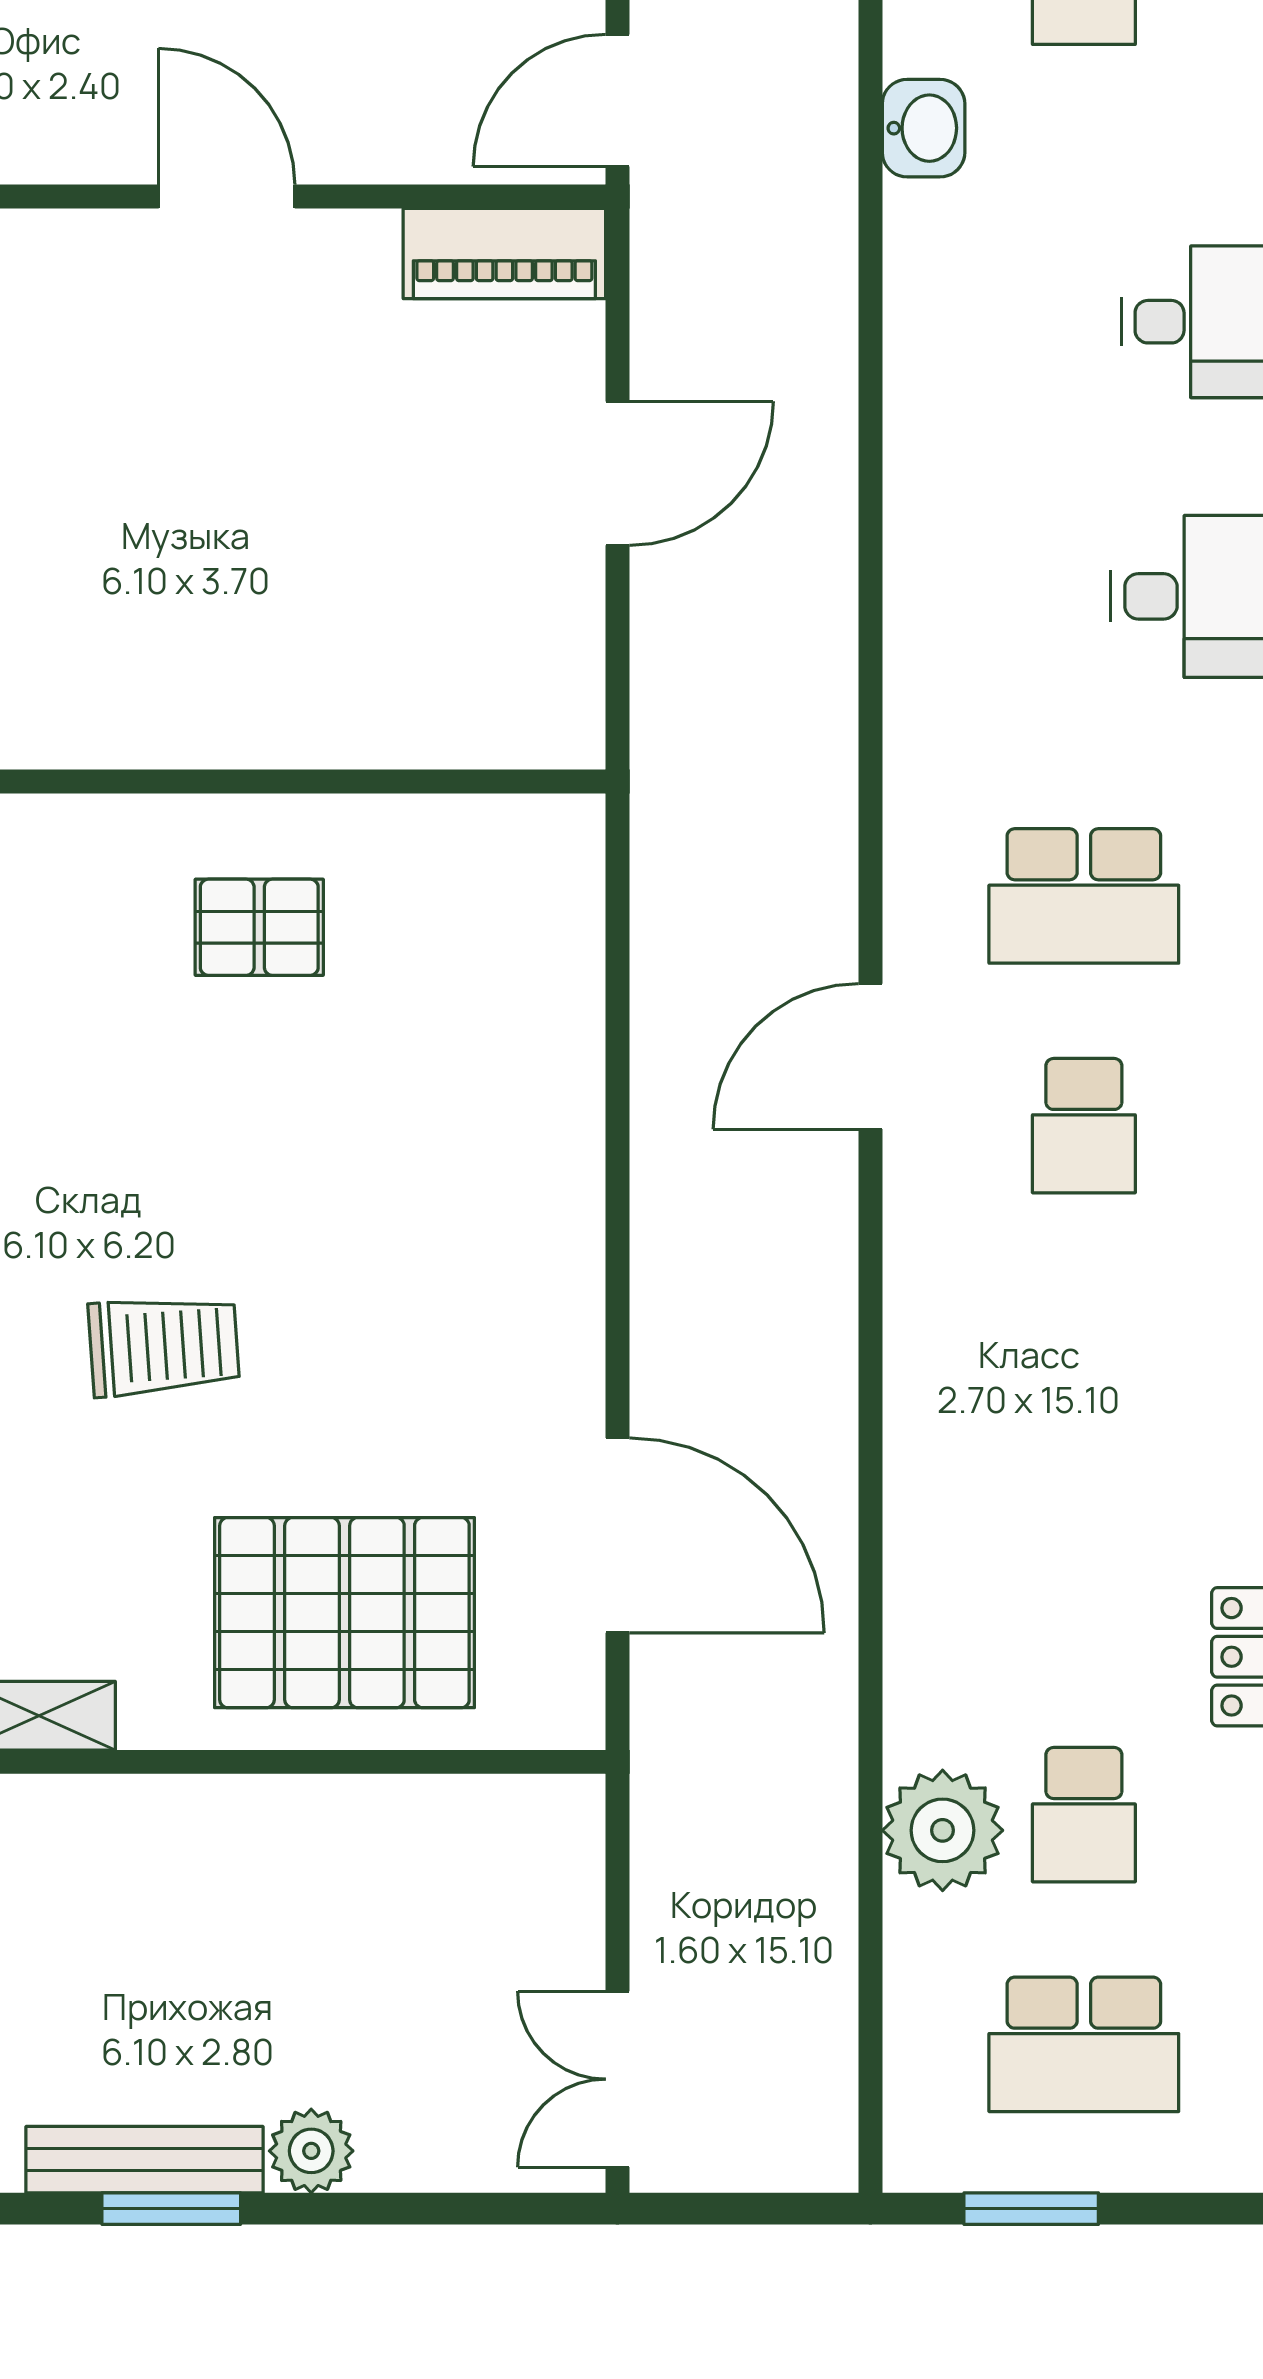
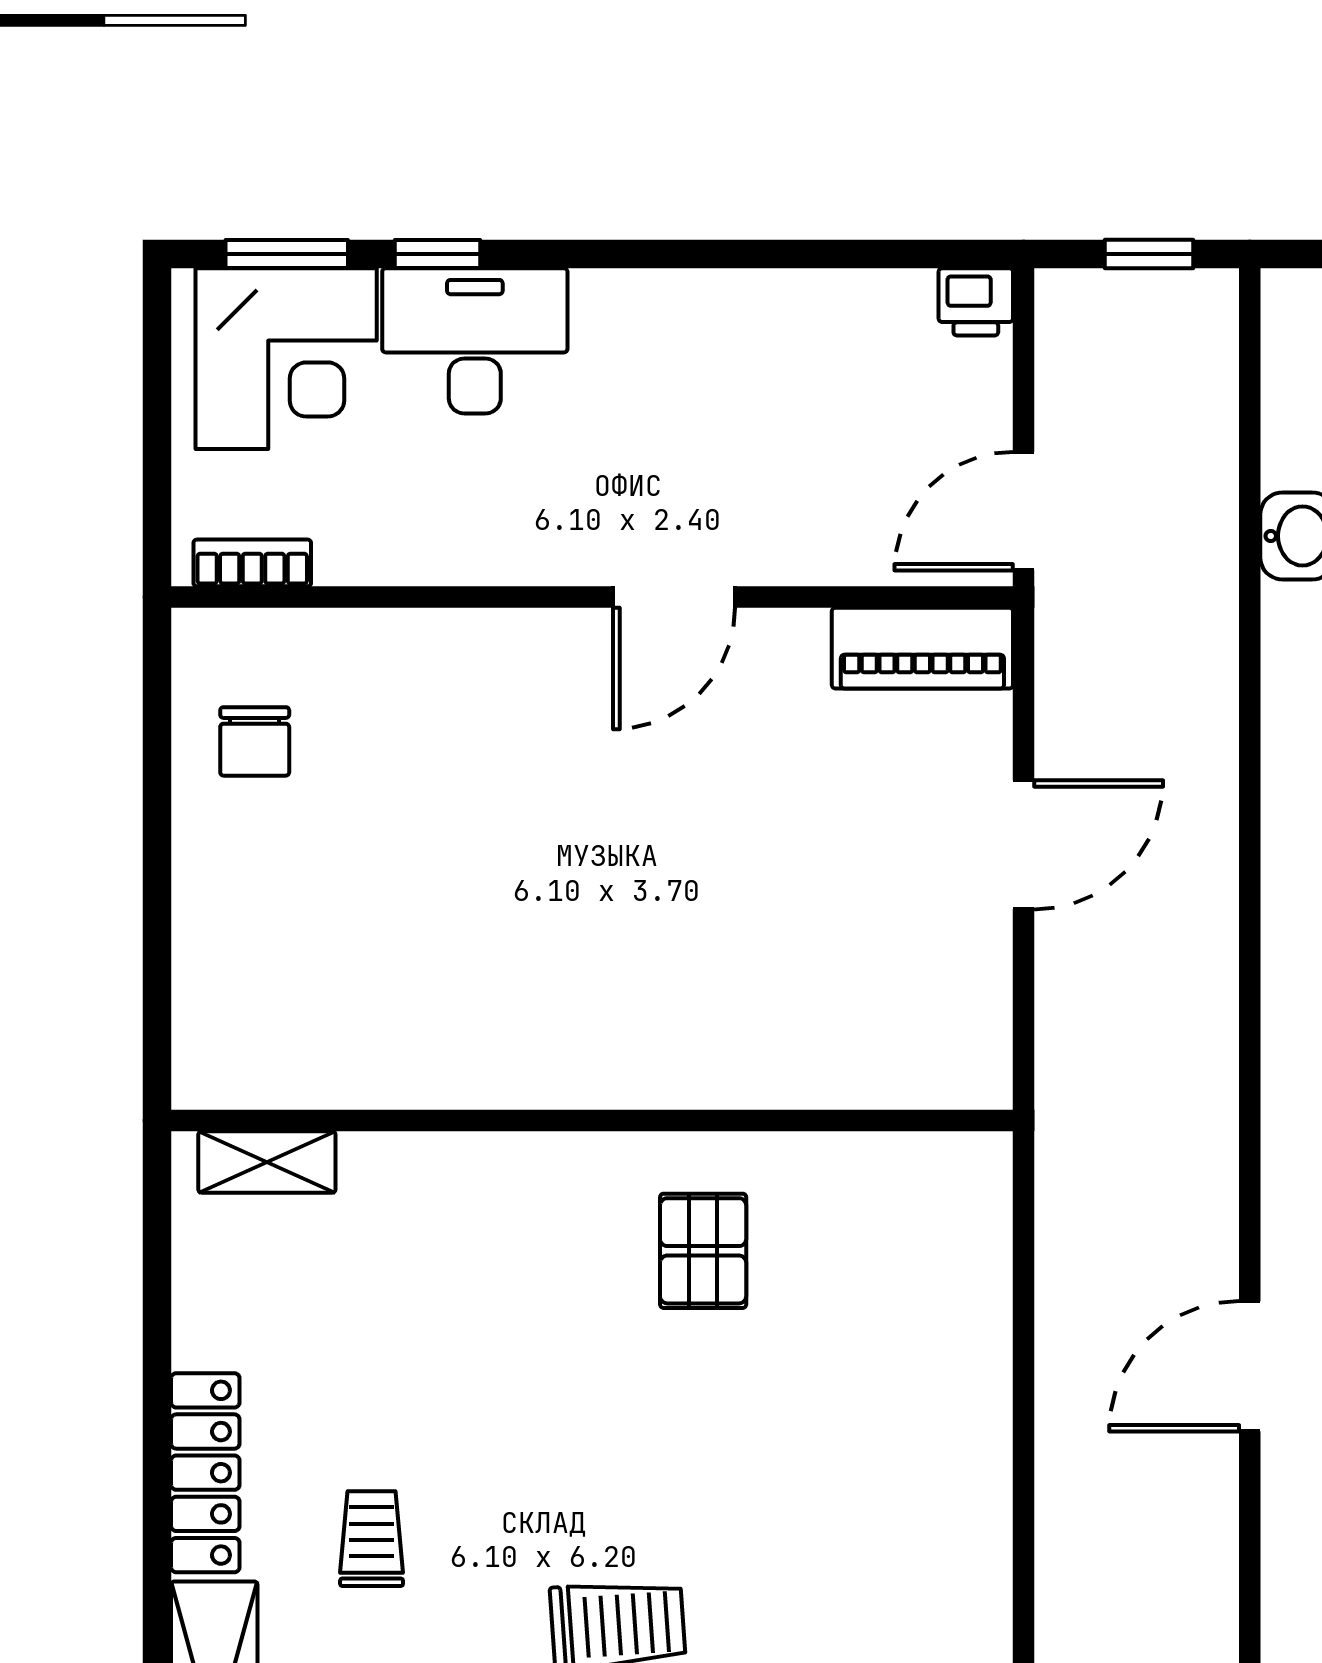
door: (227, 196) -> (674, 597), swing flipped
pallet: (259, 927) -> (703, 1251), turned 90

